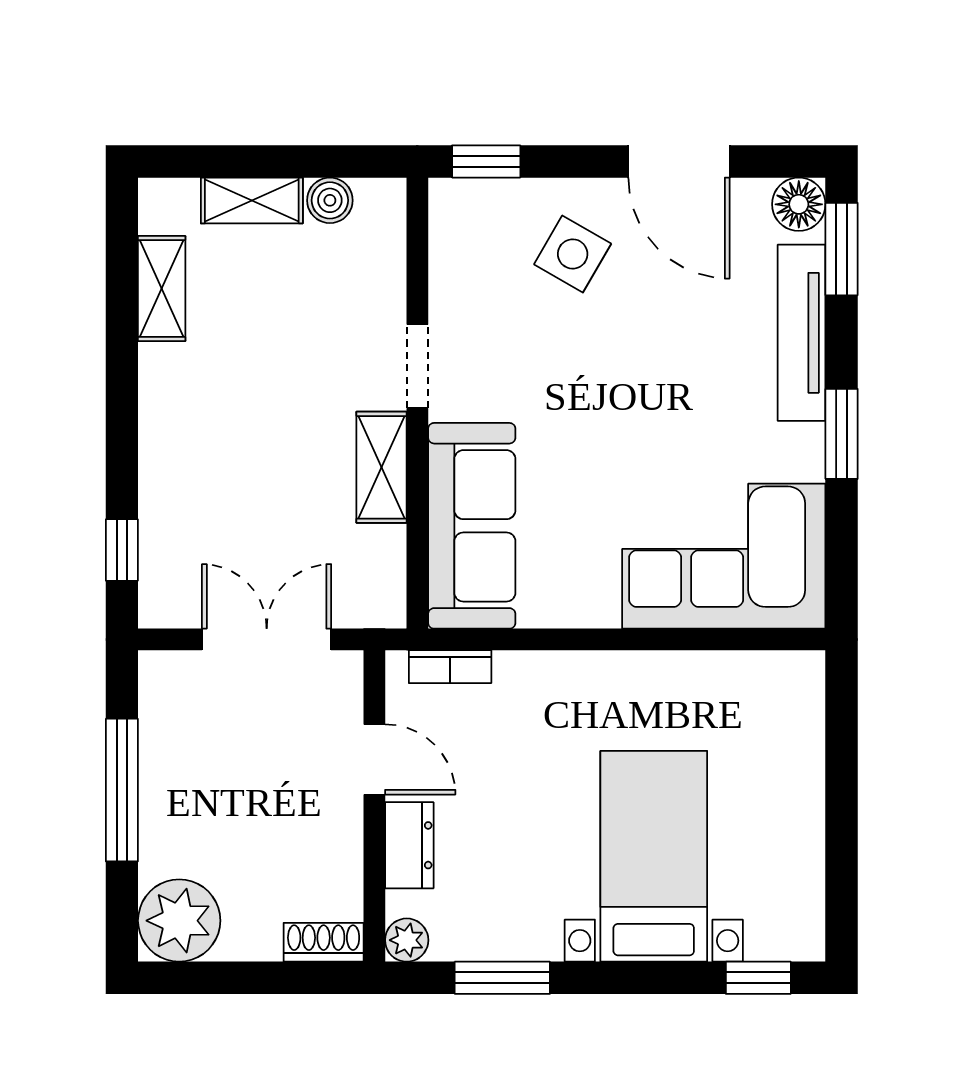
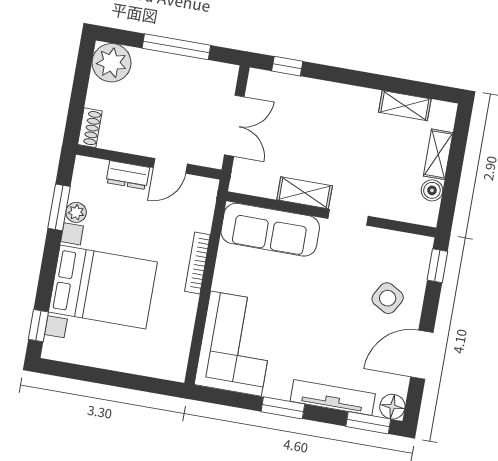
bookcase: (450, 667) -> (197, 263), moved, width x1.56
bed with nightstands: (654, 856) -> (103, 287), width x1.36
plant: (407, 940) -> (76, 212), moved

